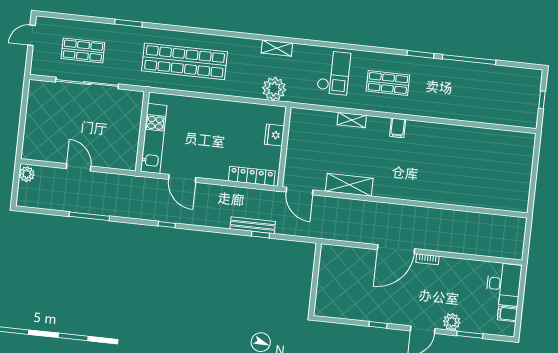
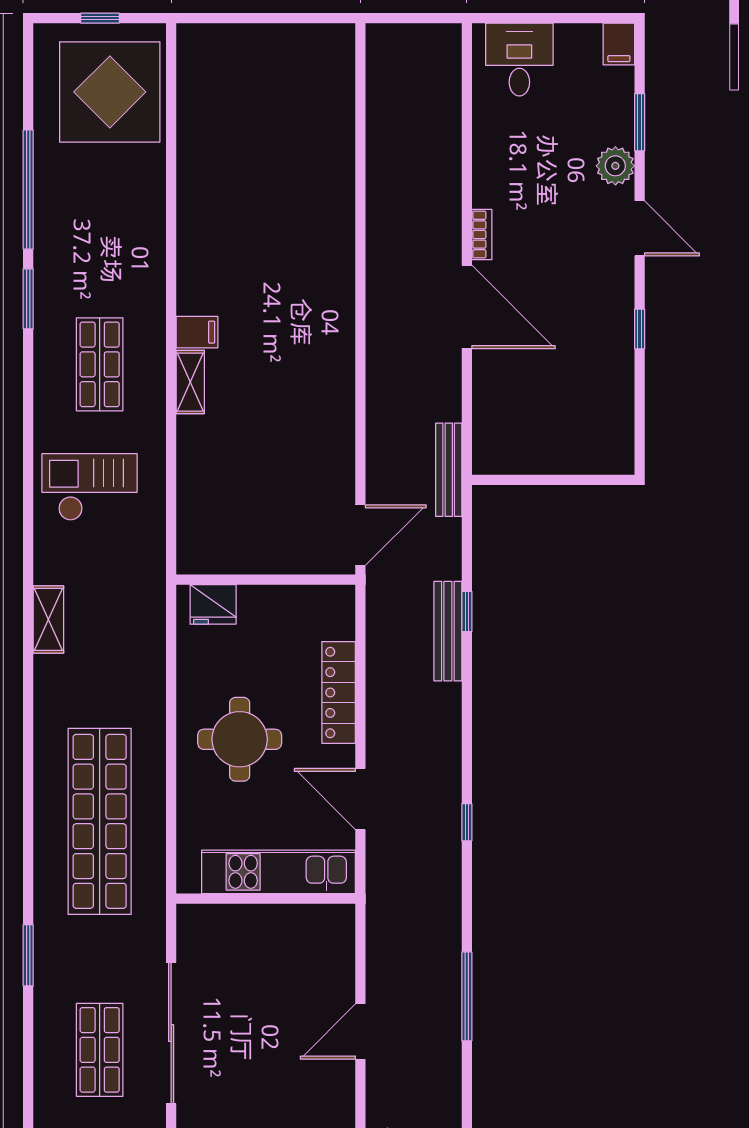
plant: (274, 89) -> (140, 616), removed
display table: (509, 100) -> (110, 92), added
shelving: (352, 120) -> (190, 382), moved
round table: (214, 127) -> (240, 739), added
fridge: (274, 135) -> (213, 604), moved
locker: (252, 176) -> (339, 693), moved
door: (182, 178) -> (360, 799), swing flipped
shelving: (349, 185) -> (335, 426), removed
bench: (324, 233) -> (449, 470), added
desk: (504, 284) -> (519, 60), width x0.73
filing cabinet: (507, 314) -> (619, 44), moved

